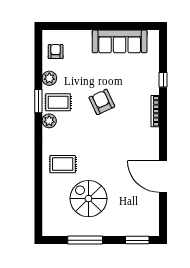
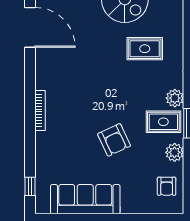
window: (163, 80) -> (30, 186), moved
armchair: (102, 102) -> (114, 140), moved
rug: (63, 164) -> (145, 49), moved

